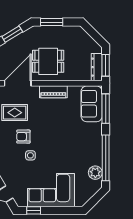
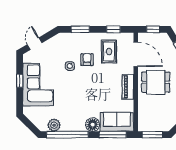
dining table: (48, 61) -> (156, 82), turned 90
dresser: (97, 67) -> (150, 127), removed
floor lamp: (95, 130) -> (93, 125), added
window: (34, 210) -> (20, 81), moved

